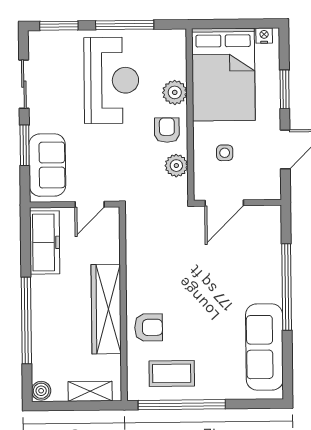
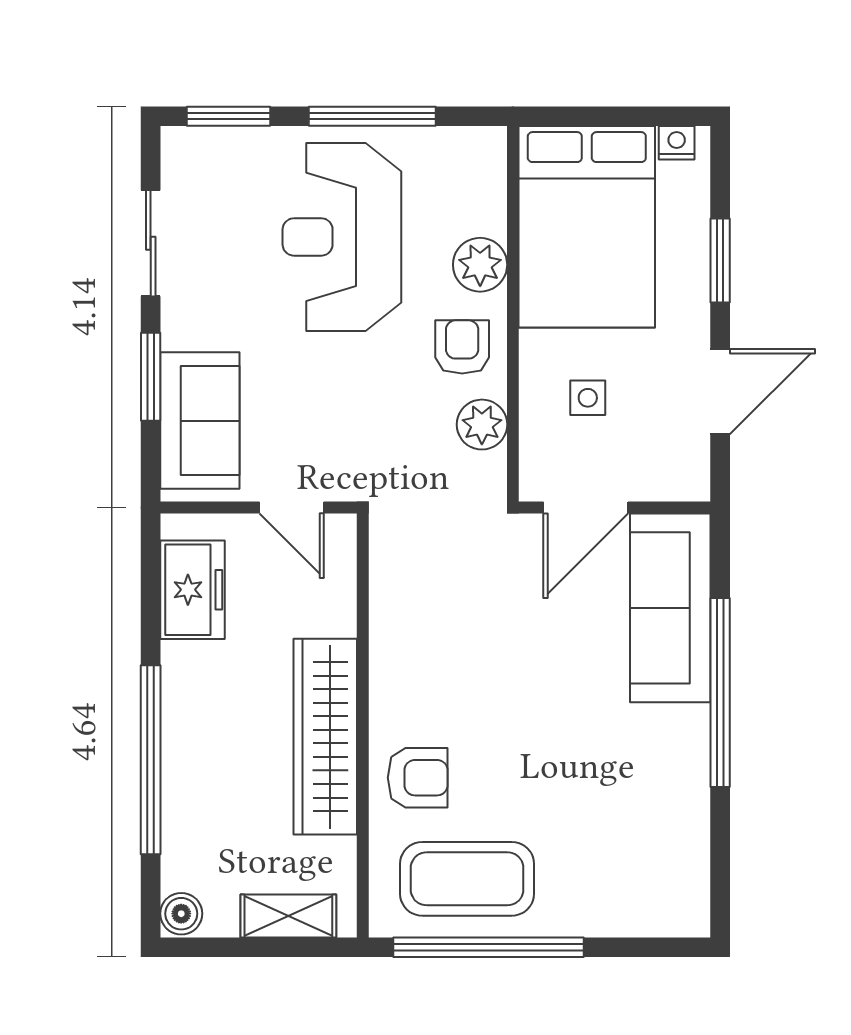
reception desk: (111, 80) -> (342, 237), turned 180
door: (90, 204) -> (292, 507), hinge flipped
freezer: (45, 242) -> (192, 590), width x0.71
sofa: (264, 347) -> (670, 608), moved
coffee table: (172, 373) -> (467, 879), width x1.36, depth x1.32

